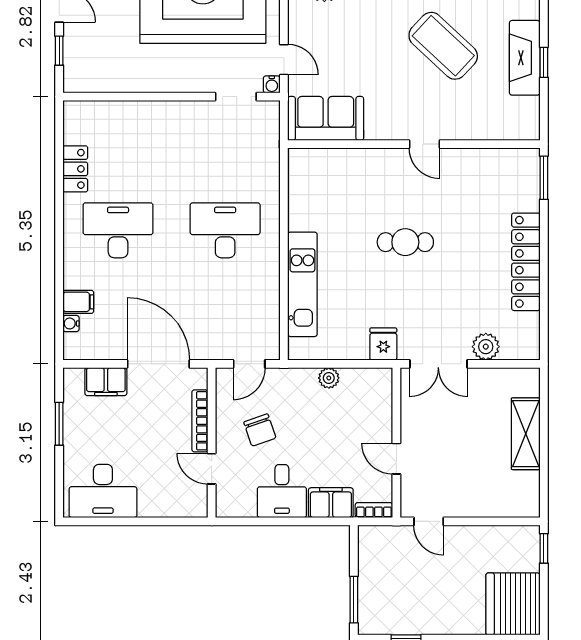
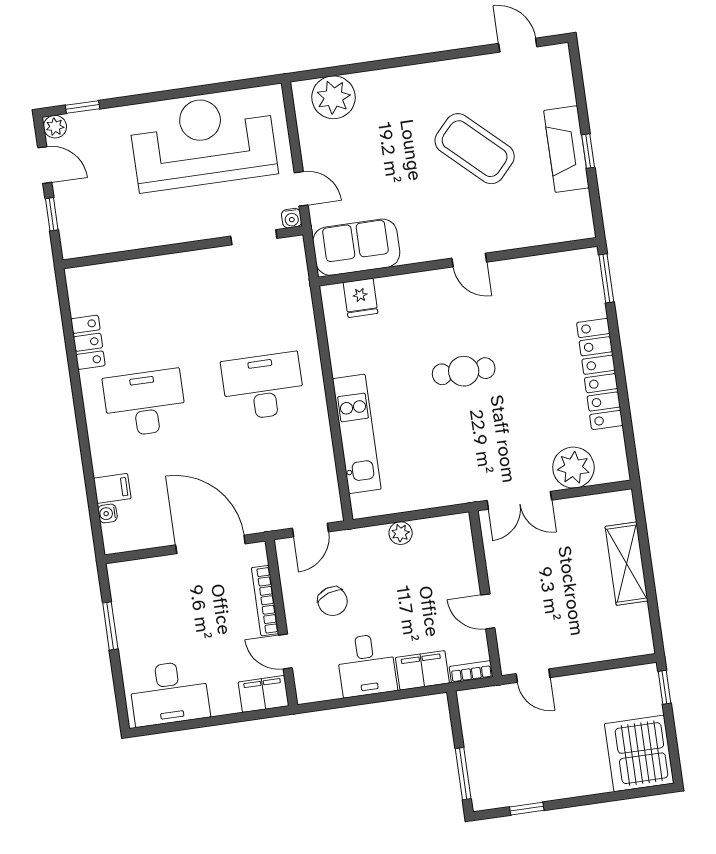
fridge: (383, 344) -> (361, 298), moved, turned 180
plant: (486, 347) -> (573, 468), width x1.36, depth x1.36
filing cabinet: (106, 382) -> (264, 694), moved, turned 180

